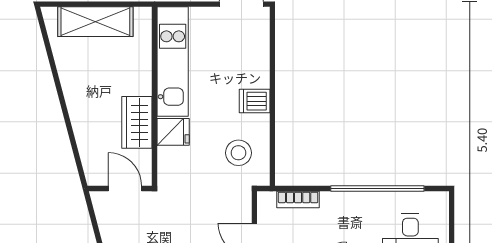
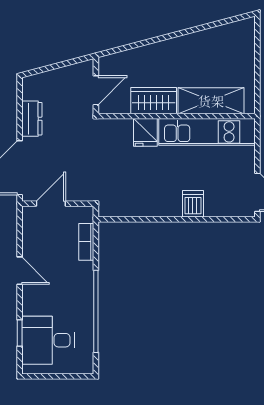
shelving: (95, 22) -> (211, 101), moved, turned 90
dishwasher: (255, 101) -> (193, 204), moved
stool: (238, 153) -> (127, 190), removed

